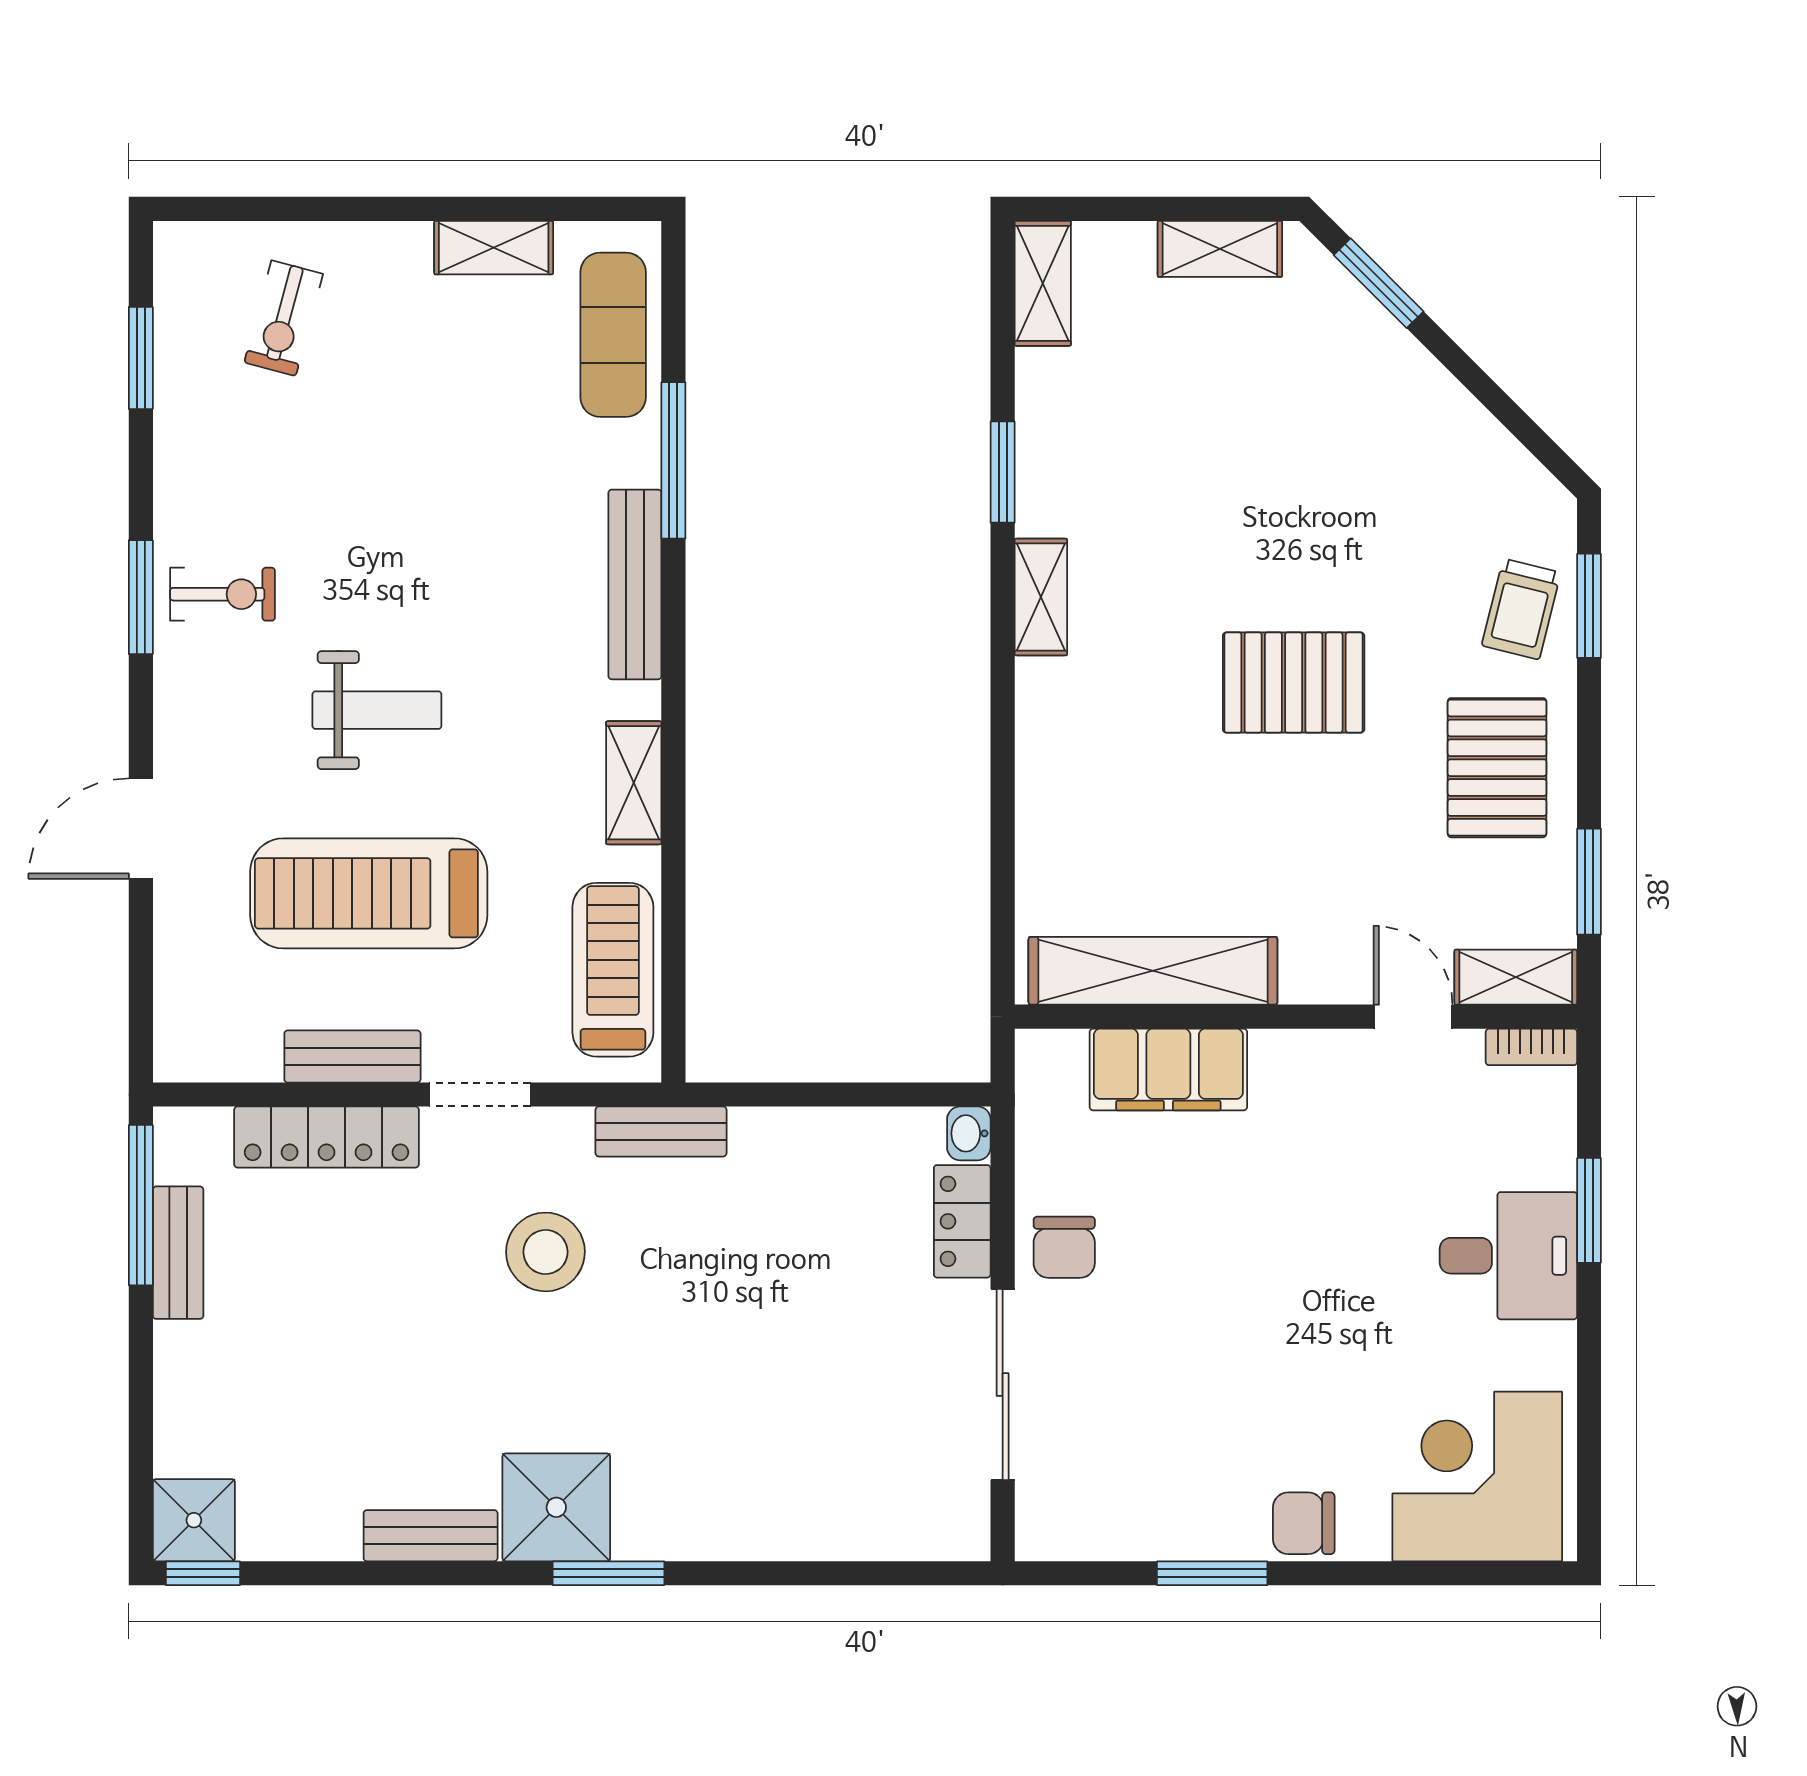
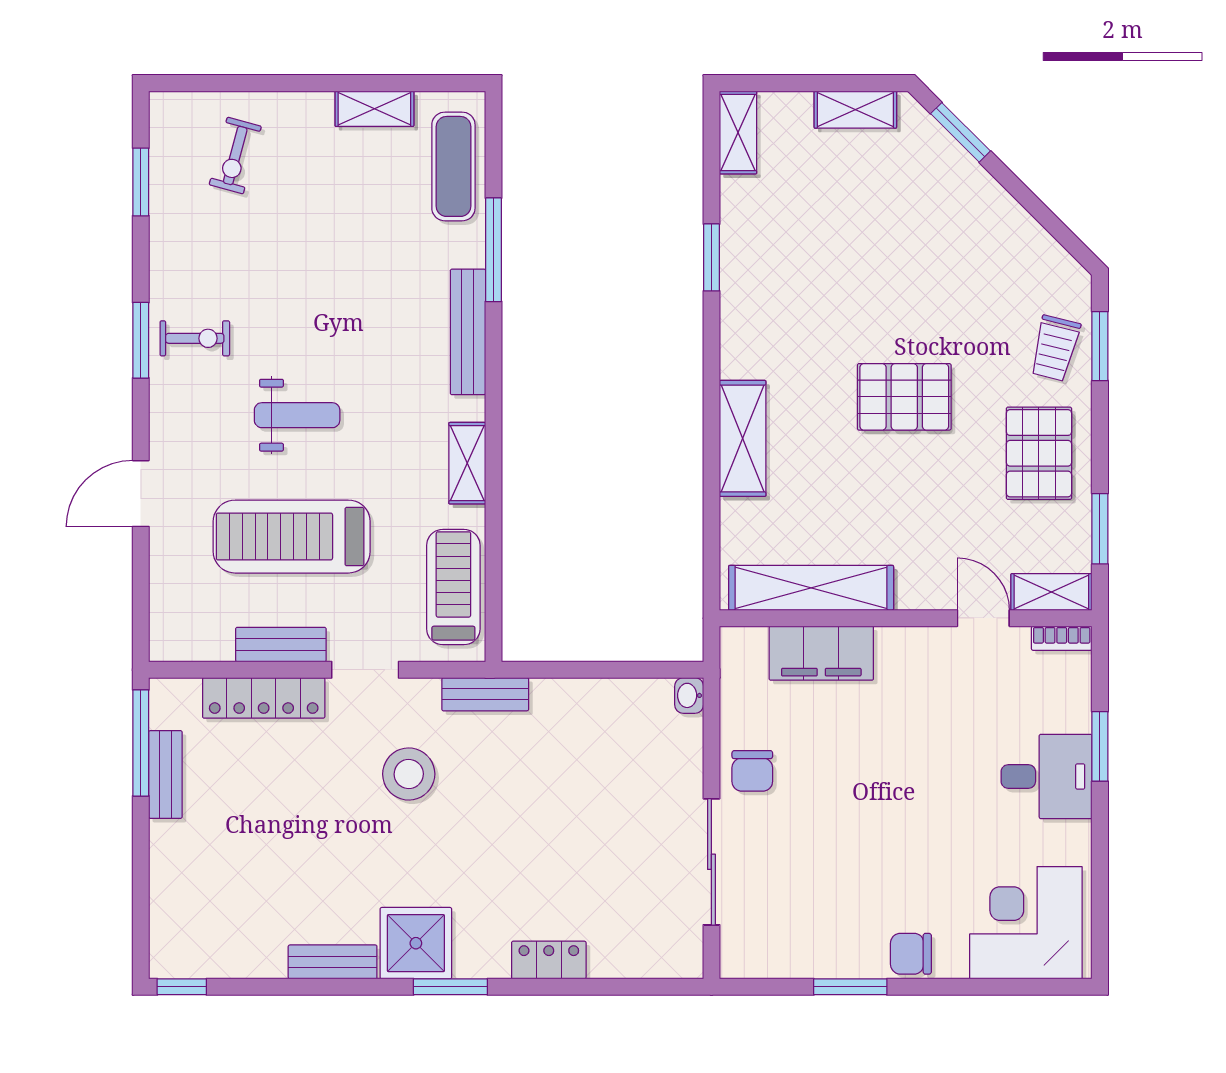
shelving: (1041, 597) -> (743, 438), moved, width x1.50, depth x1.33
locker: (962, 1221) -> (549, 960), moved, turned 90
shower: (194, 1520) -> (176, 952), removed

